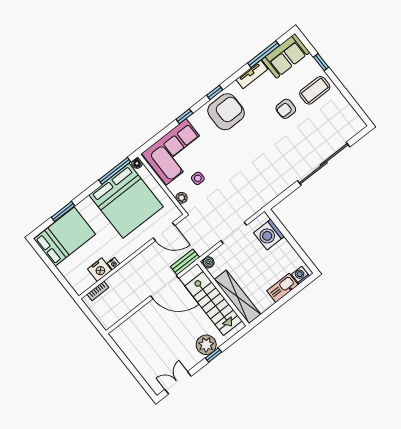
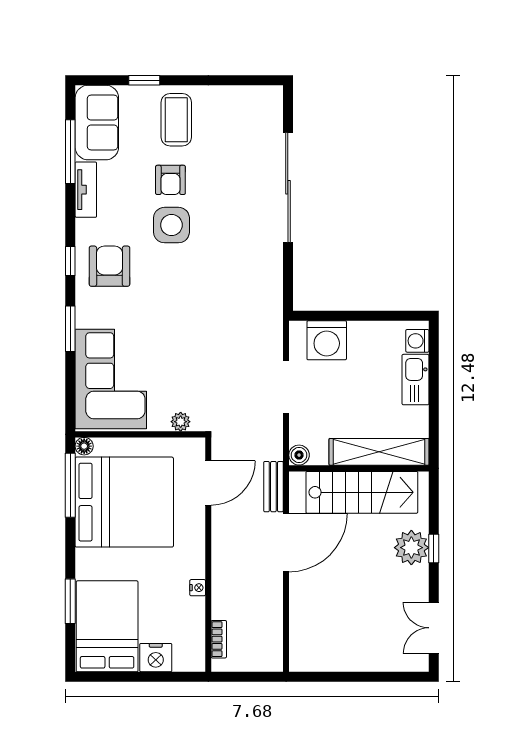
armchair: (226, 112) -> (109, 266), width x0.73, depth x0.73
window: (184, 116) -> (70, 329), width x1.50
side table: (198, 178) -> (171, 225), moved, width x1.87, depth x1.87
nightstand: (100, 270) -> (156, 658), moved, turned 90

